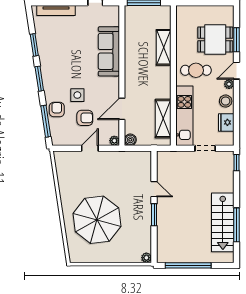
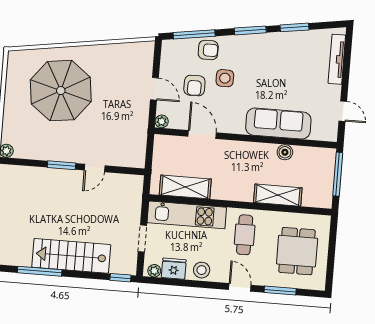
dining table: (215, 39) -> (297, 251), moved
plant: (229, 84) -> (154, 271), moved
boiler: (130, 140) -> (285, 152), moved
stairs: (223, 222) -> (71, 256), moved

